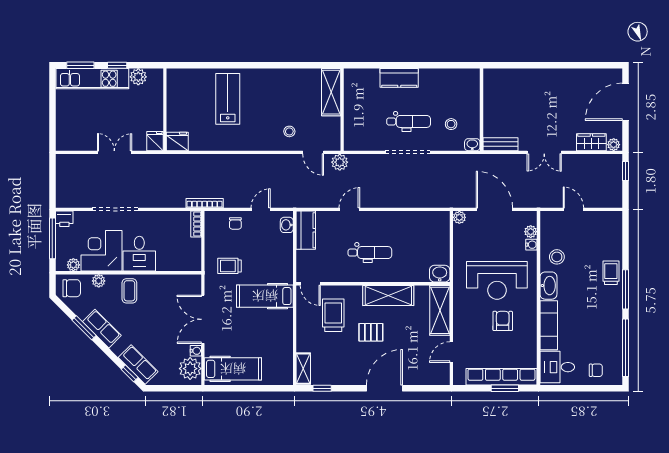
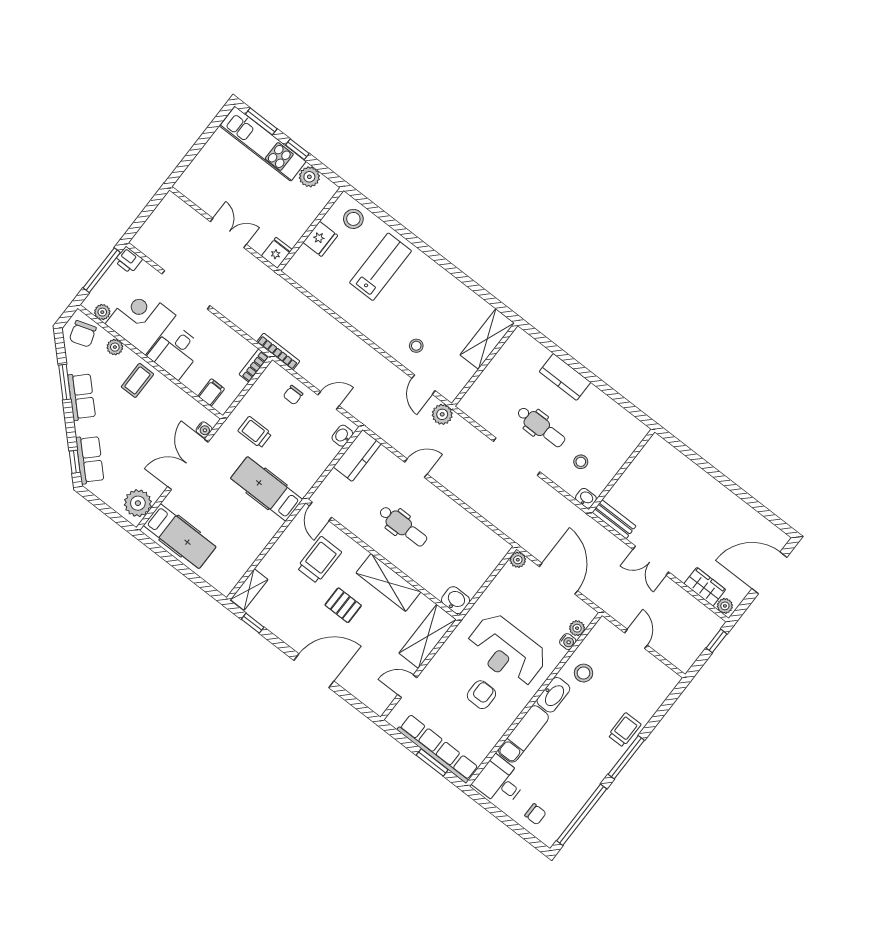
stool: (187, 82) -> (353, 219), added
fridge: (177, 141) -> (320, 239), moved, turned 90
filing cabinet: (182, 262) -> (211, 392), added
chair: (72, 288) -> (83, 334), turned 72
water cooler: (196, 351) -> (204, 430), moved

